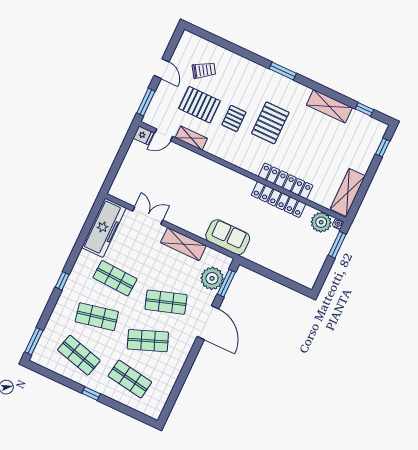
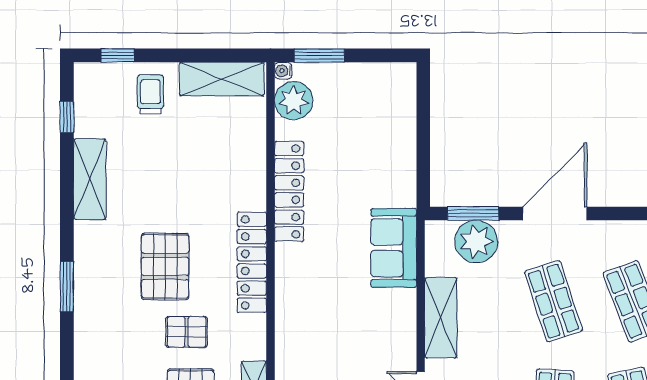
pallet: (270, 123) -> (165, 266), turned 90
trolley: (356, 155) -> (150, 95), added
locker: (286, 181) -> (252, 262), moved

